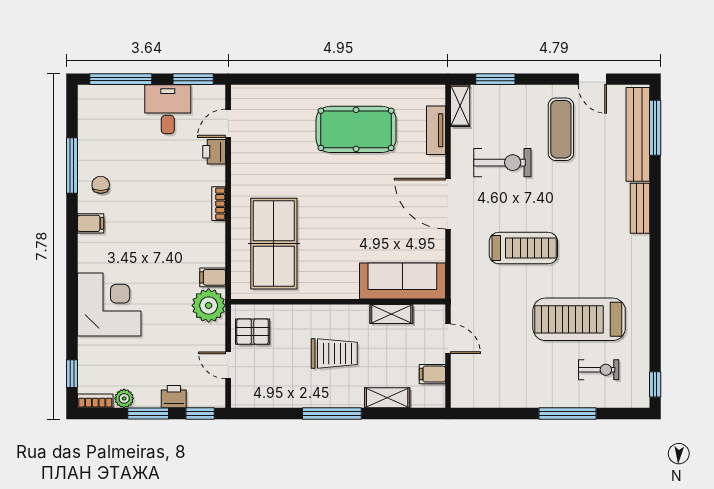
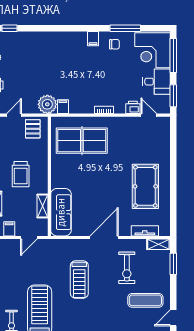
corner desk: (109, 304) -> (153, 50), moved, turned 90

